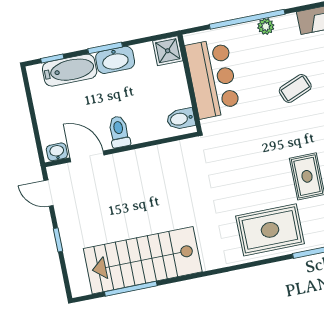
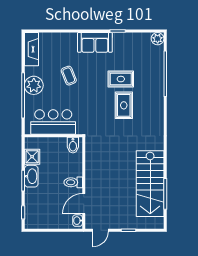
plant: (266, 26) -> (34, 85), width x1.88, depth x1.88
shower: (168, 51) -> (32, 157), moved
bathtub: (70, 70) -> (32, 204), removed
rug: (270, 230) -> (124, 105), moved, width x0.73, depth x0.70

